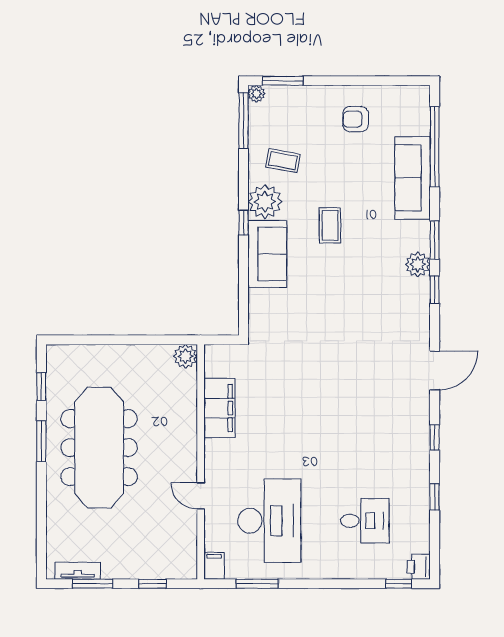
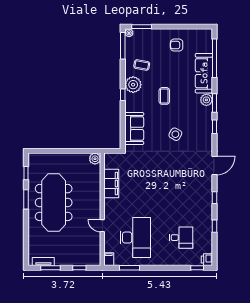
sofa: (267, 254) -> (134, 128), moved
plant: (418, 264) -> (206, 100), moved
side table: (353, 305) -> (175, 134), added

